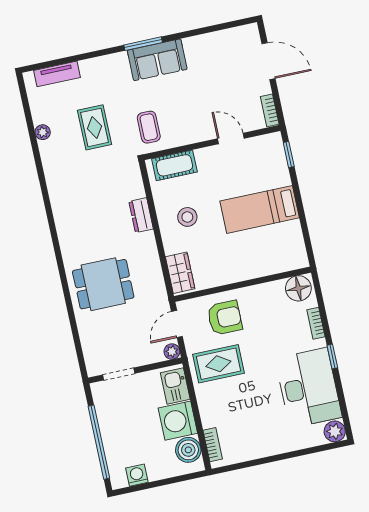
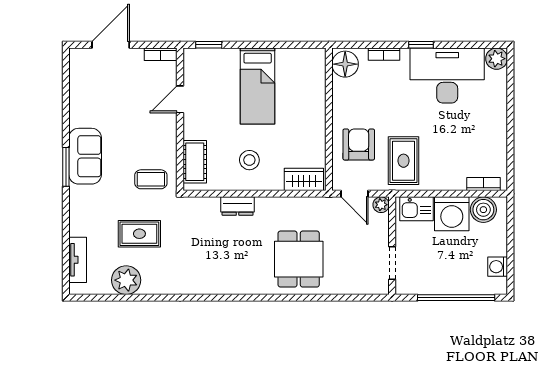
plant: (43, 132) -> (126, 280), width x1.88, depth x1.88

